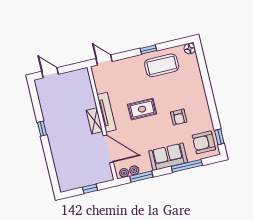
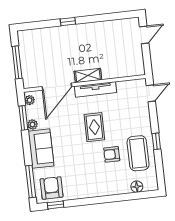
floor lamp: (190, 49) -> (137, 187), moved
armchair: (179, 117) -> (112, 154), moved
window: (42, 129) -> (68, 22), moved
window: (187, 166) -> (31, 181), moved
plant: (134, 170) -> (32, 125), moved
window: (90, 189) -> (17, 62), width x2.17

